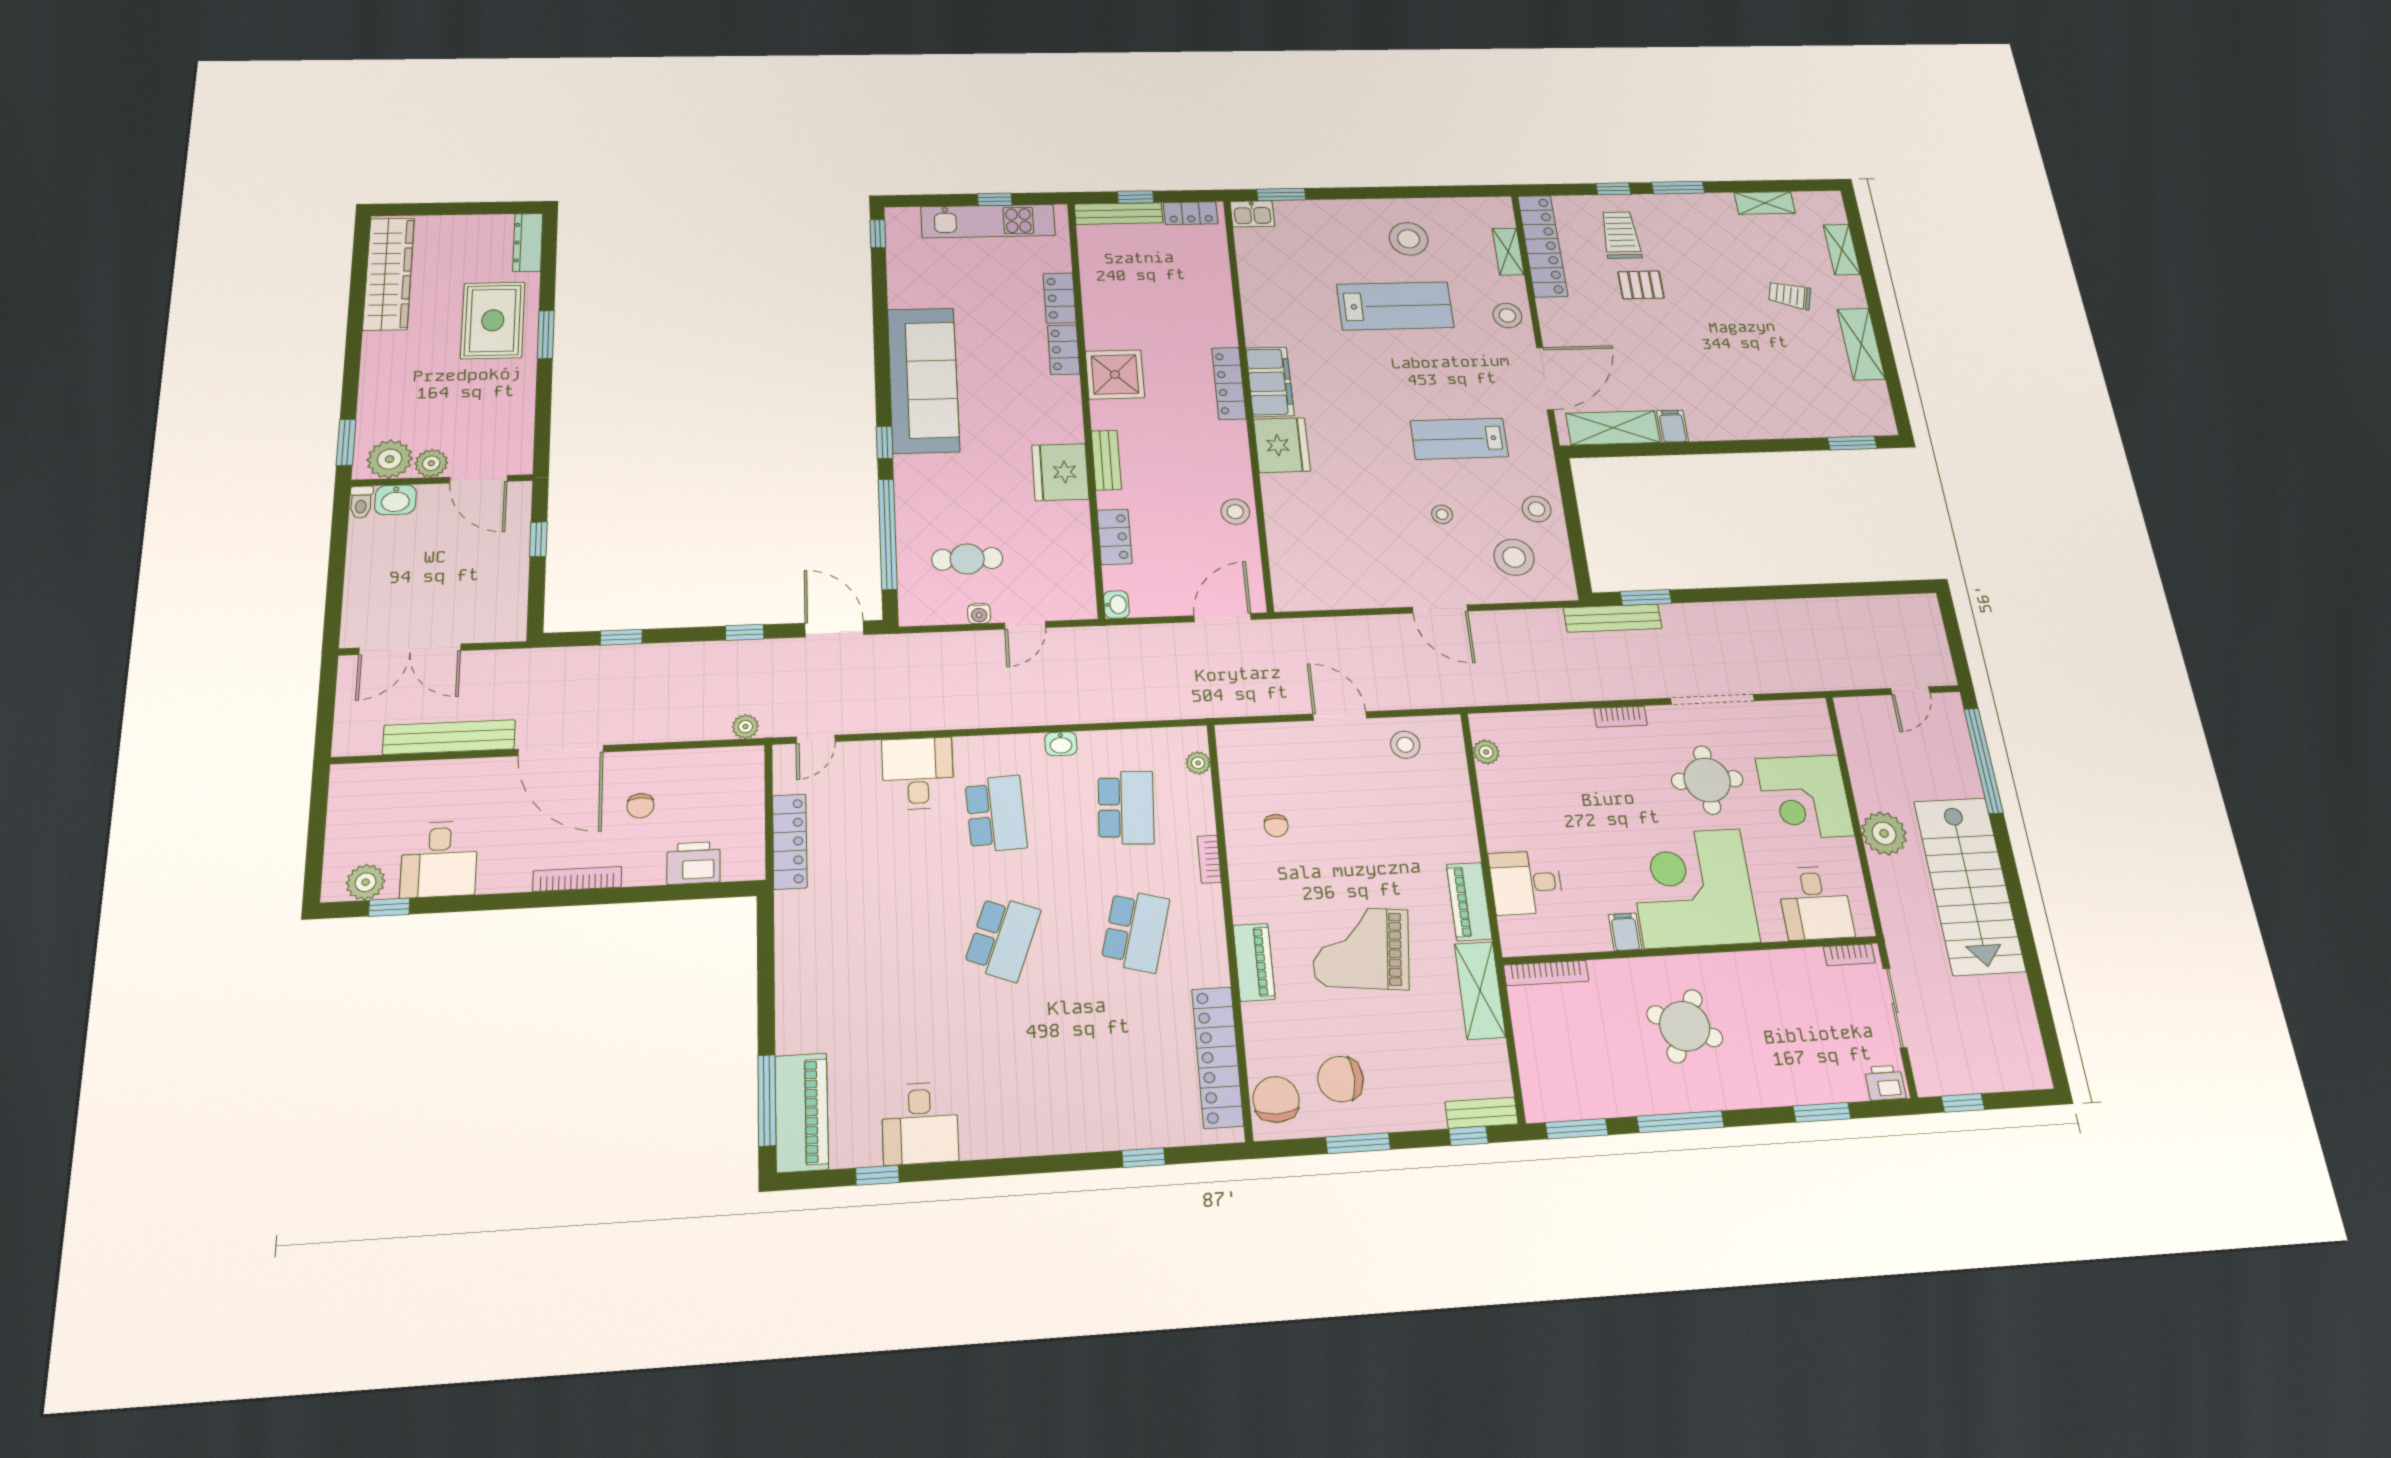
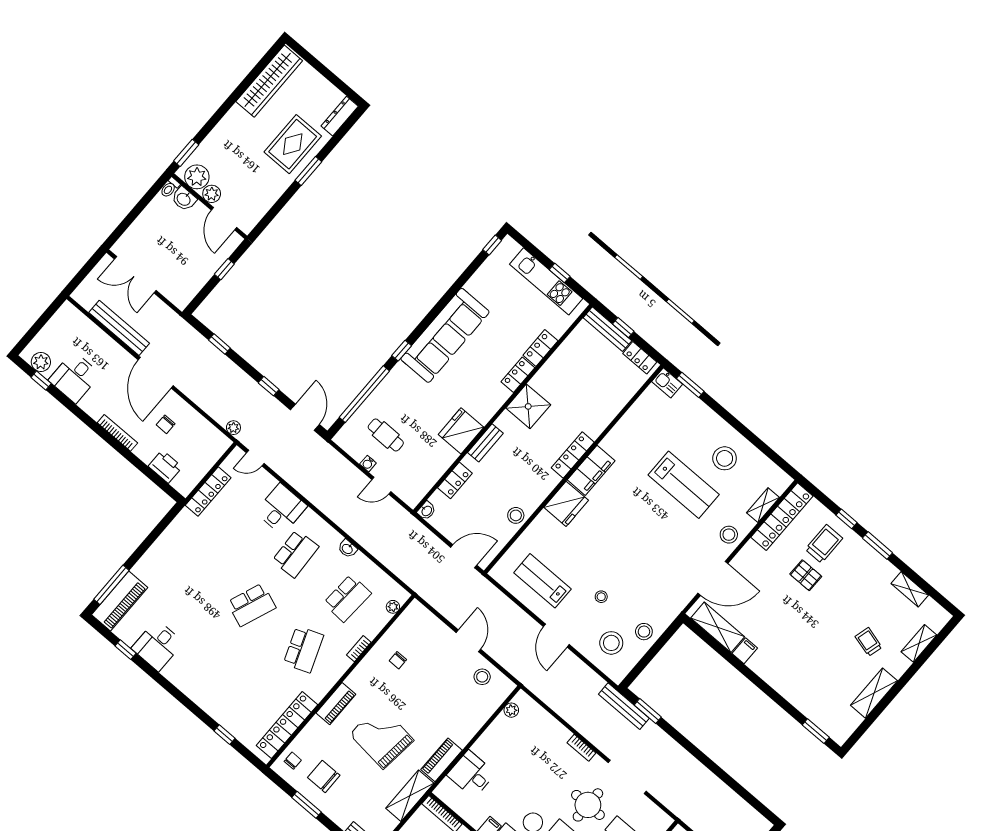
lab bench: (1459, 439) -> (543, 581), moved
school desk: (1135, 931) -> (303, 649), turned -36
chair: (1276, 1099) -> (293, 761), width x0.54, depth x0.54

